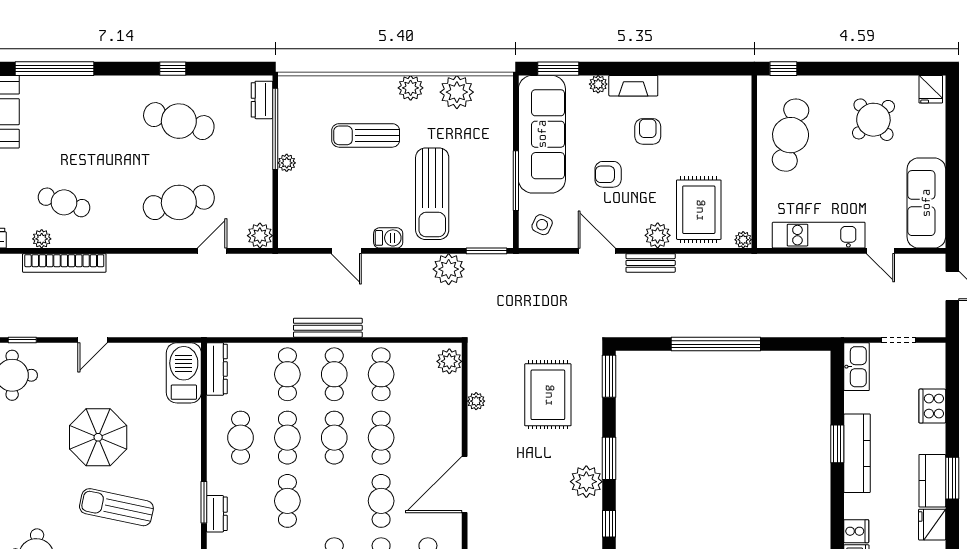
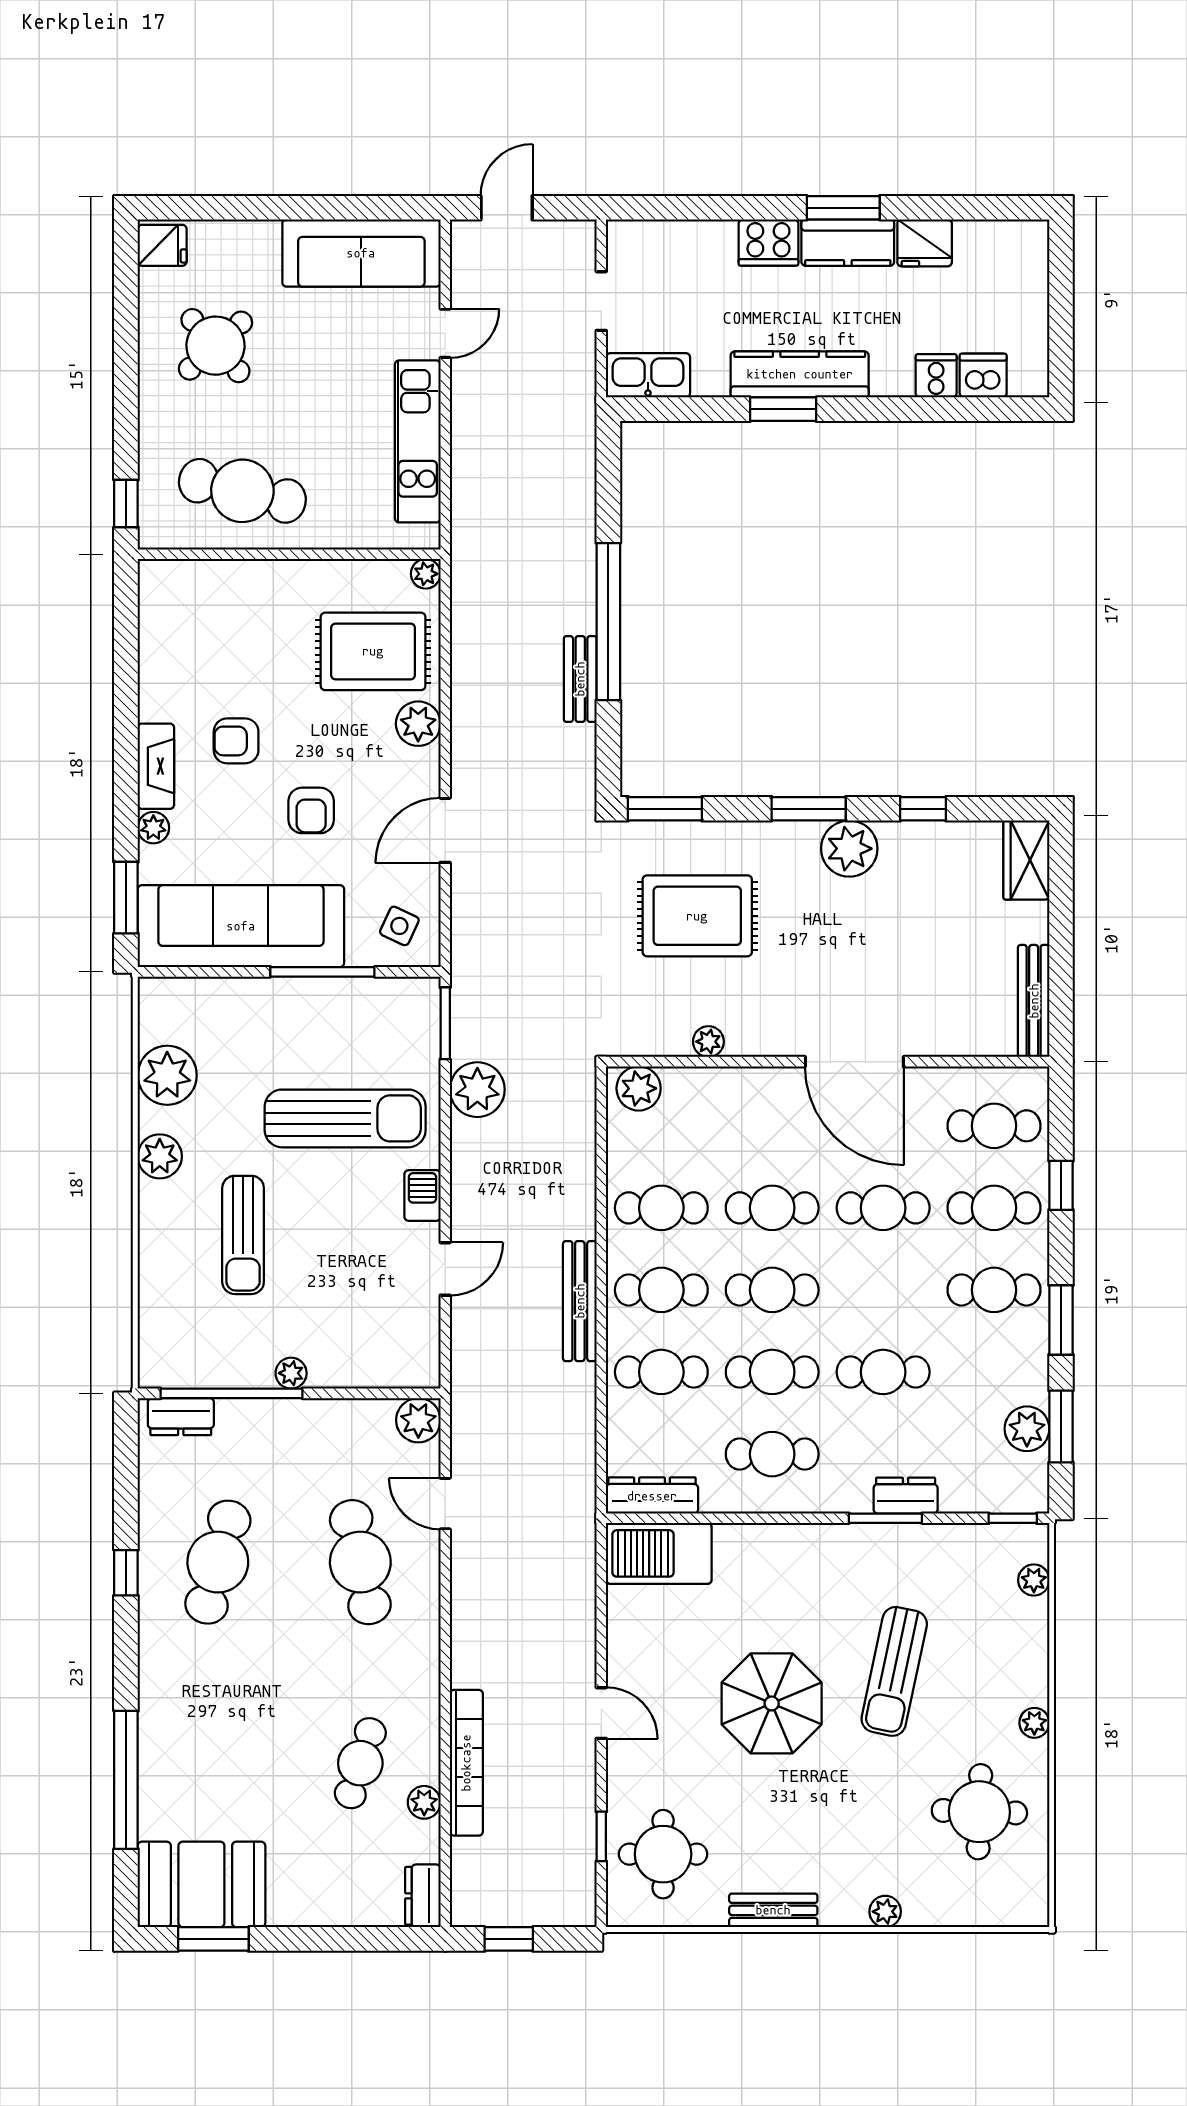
bench: (651, 263) -> (580, 679), moved
cooker: (932, 406) -> (768, 243), moved

